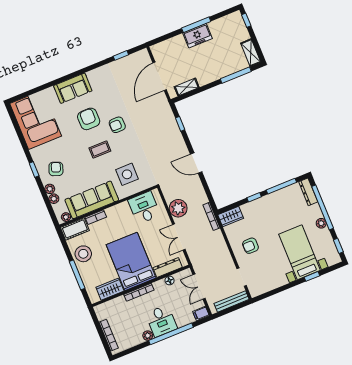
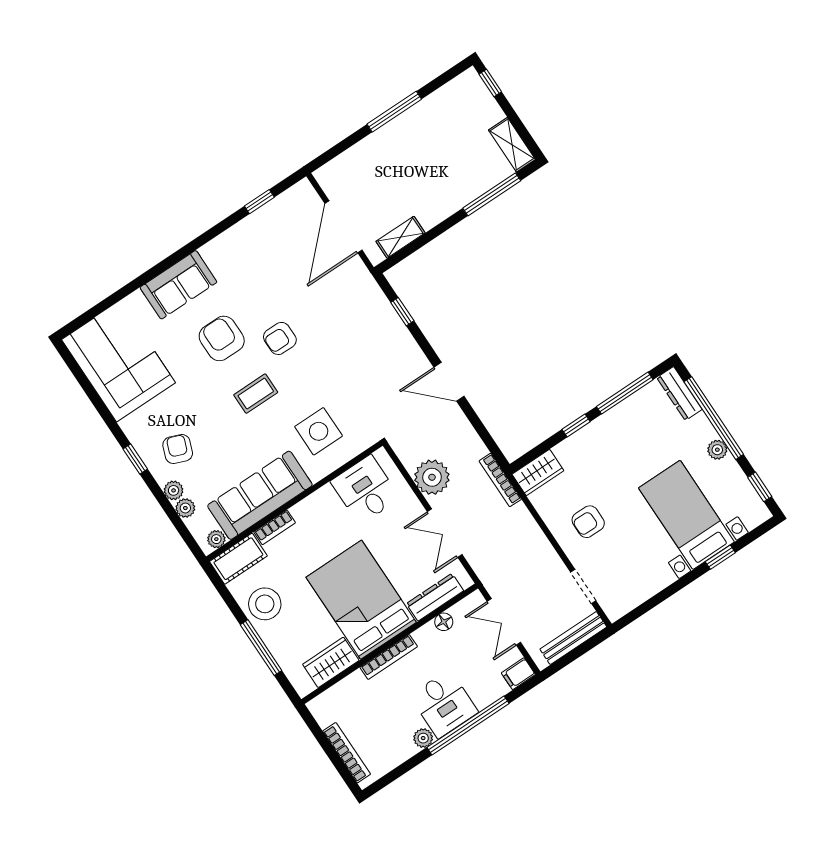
freezer: (197, 36) -> (401, 133), removed

